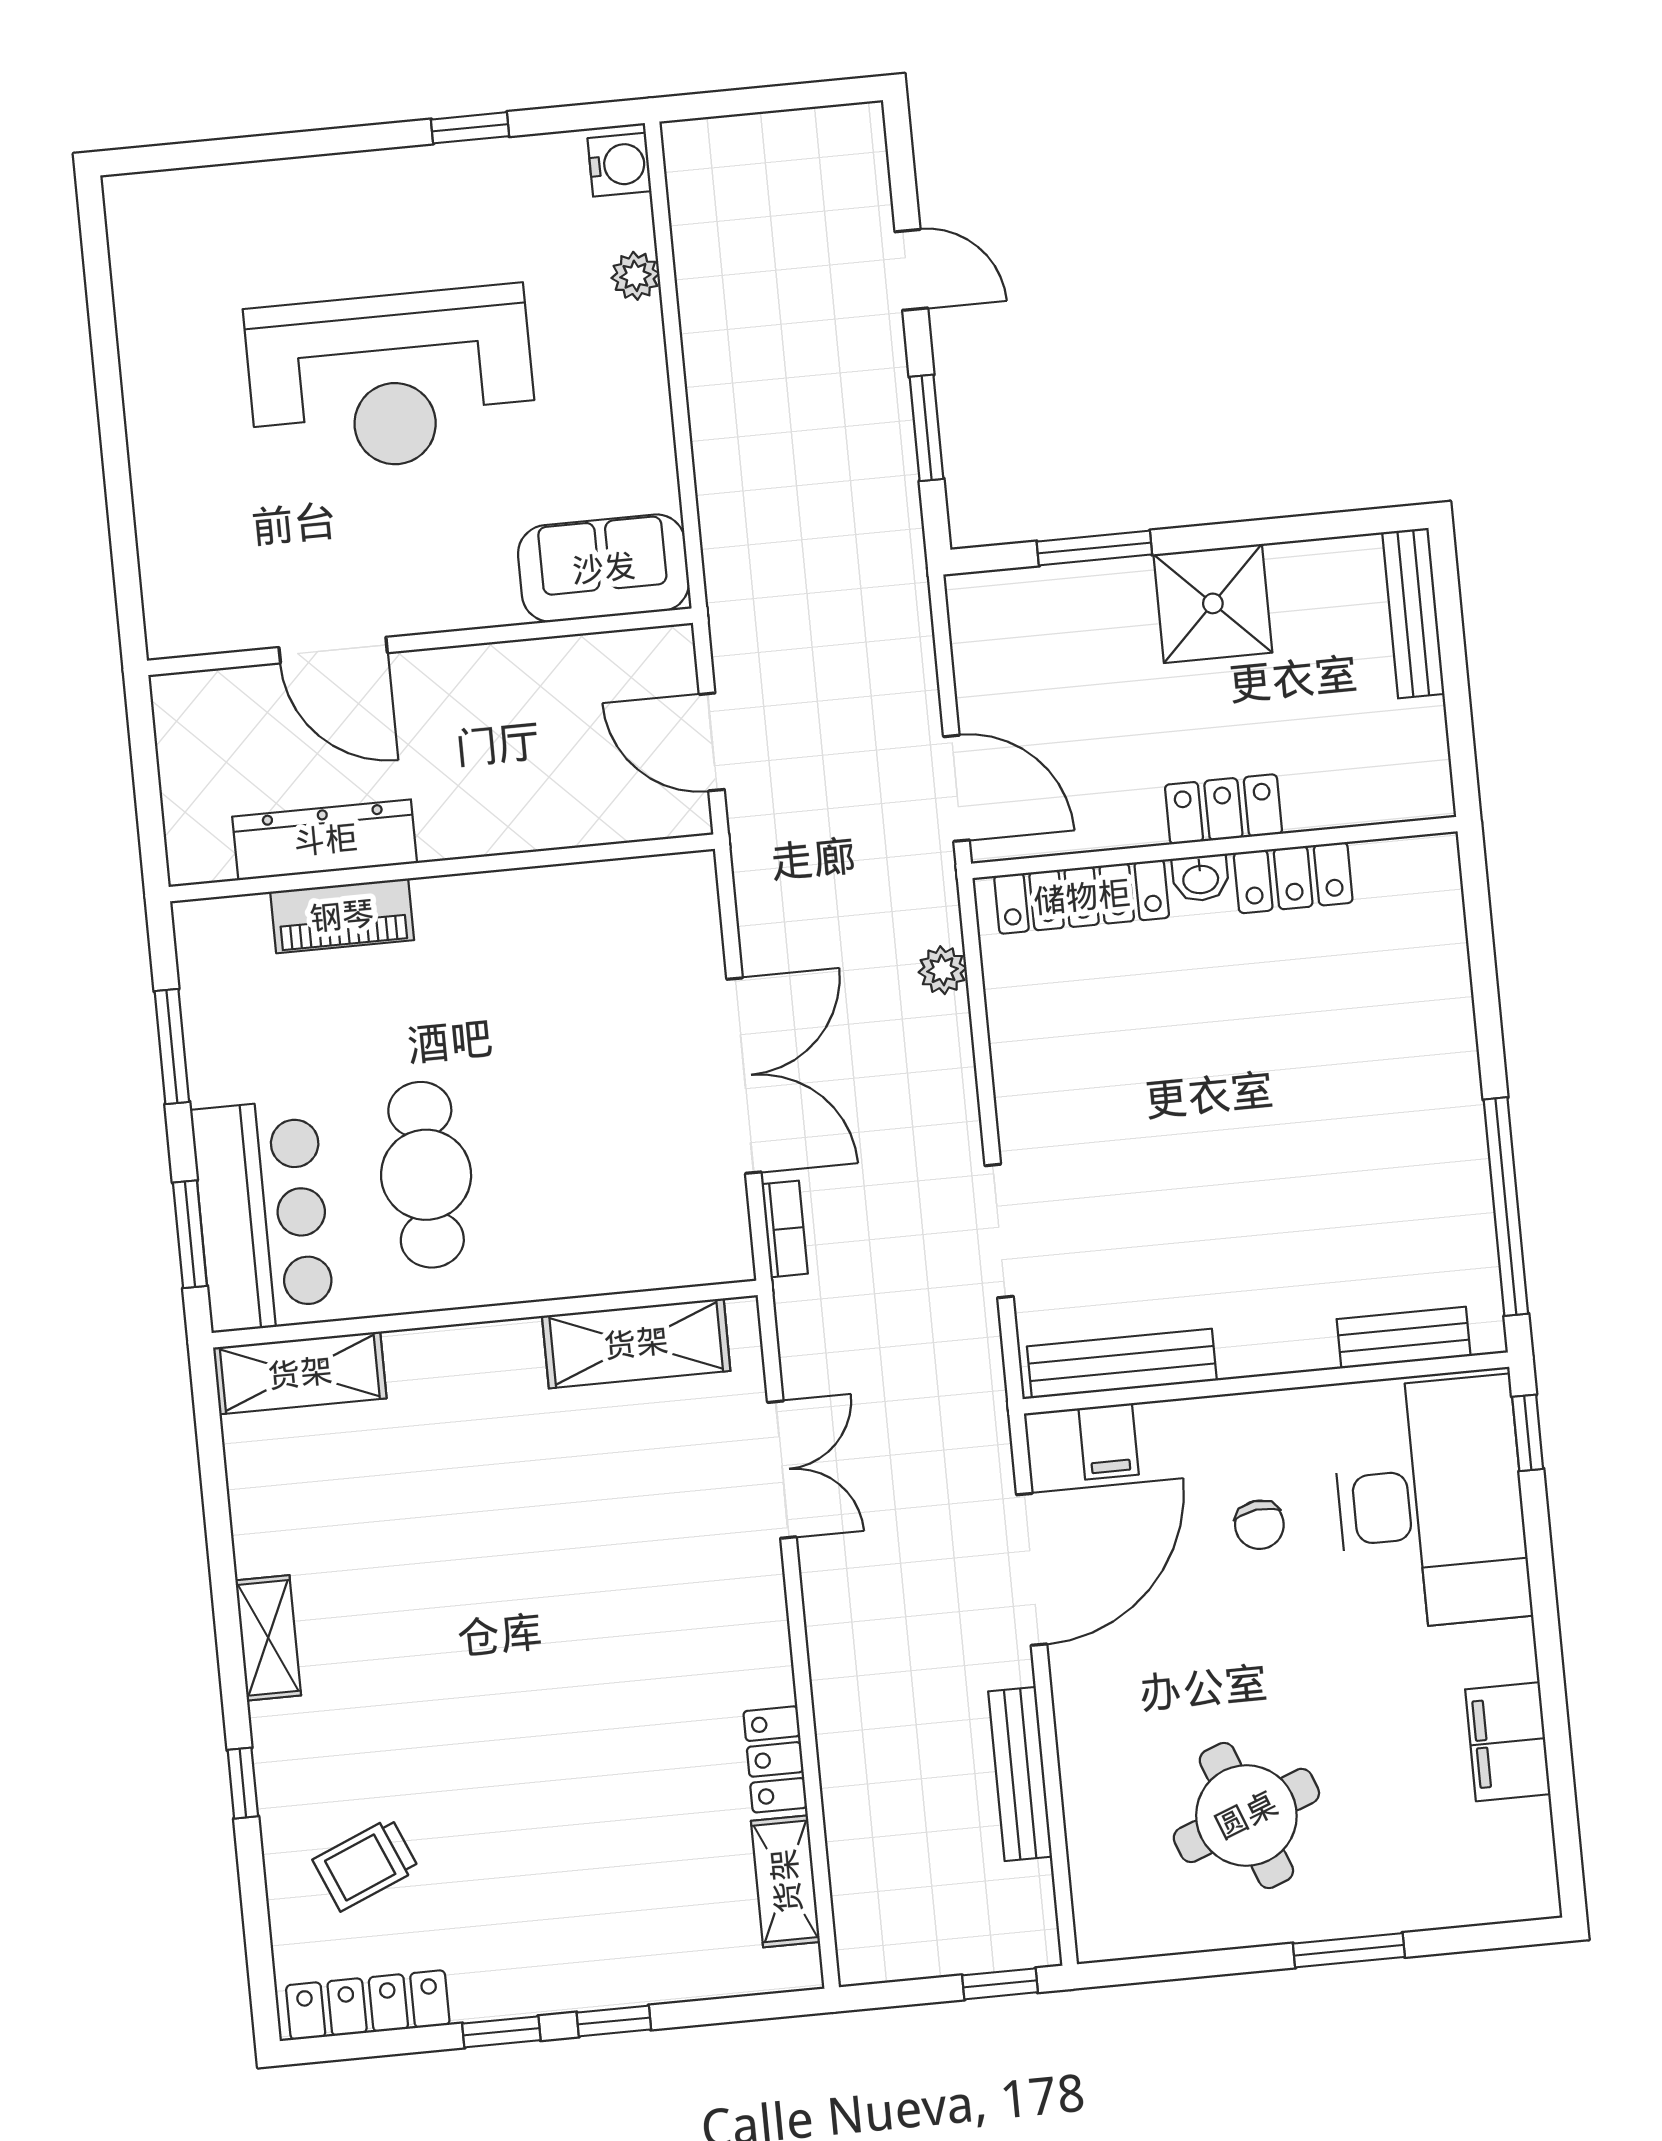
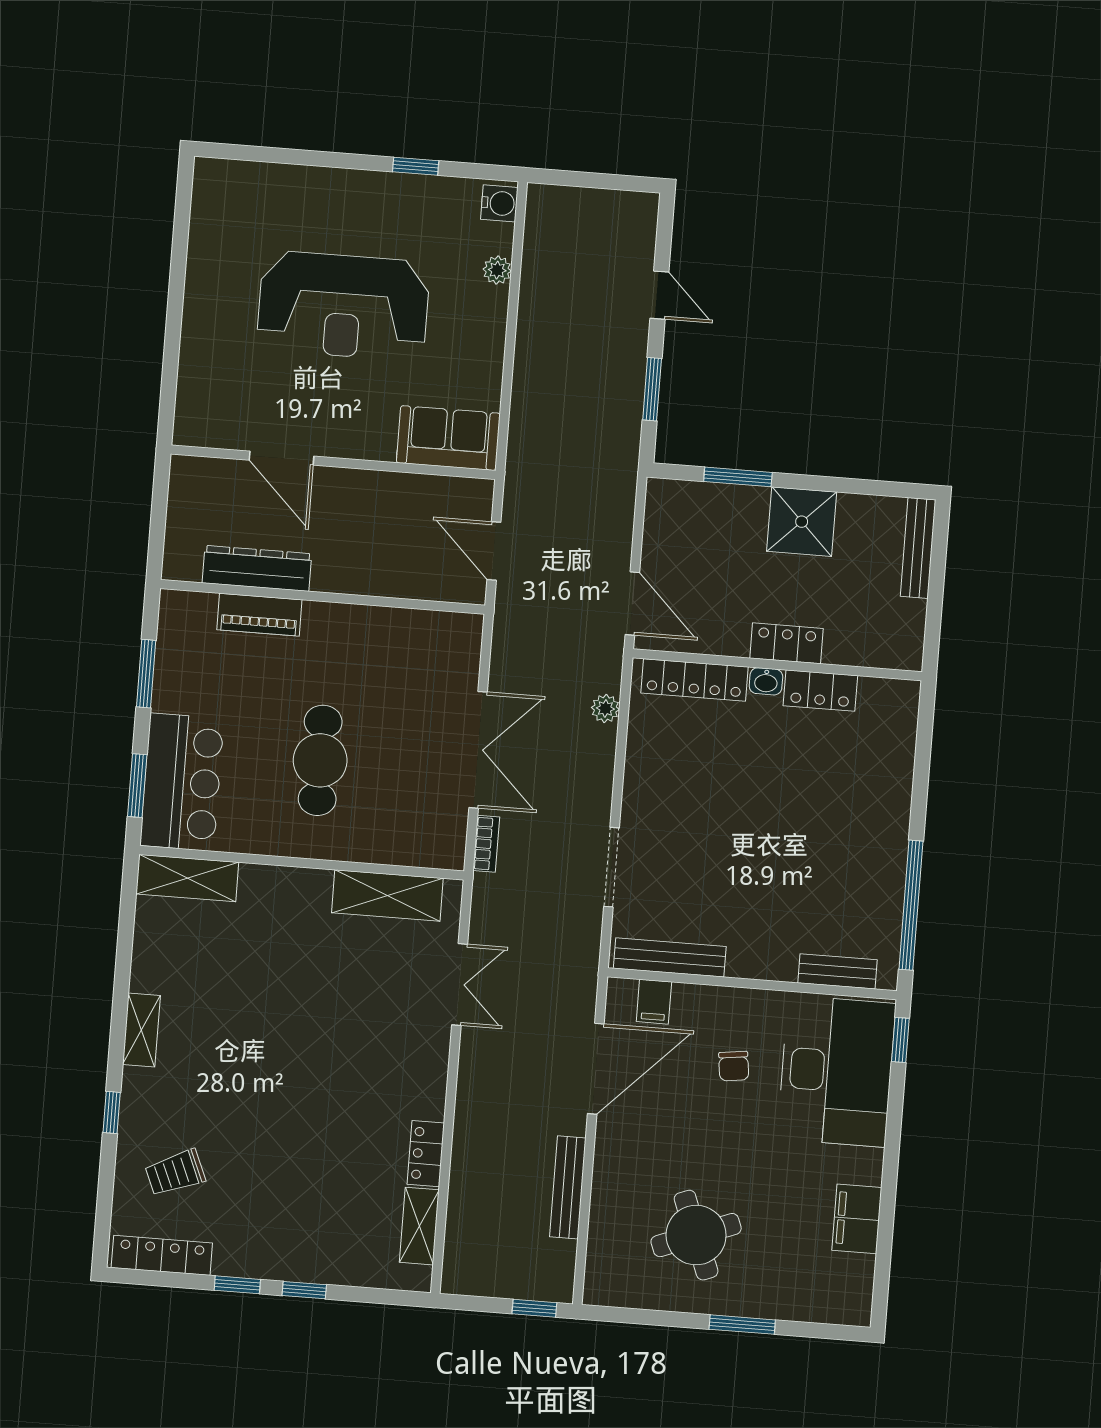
cafe table: (426, 1175) -> (320, 760), moved

